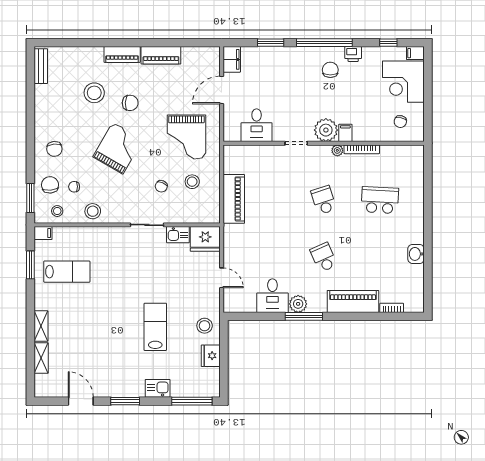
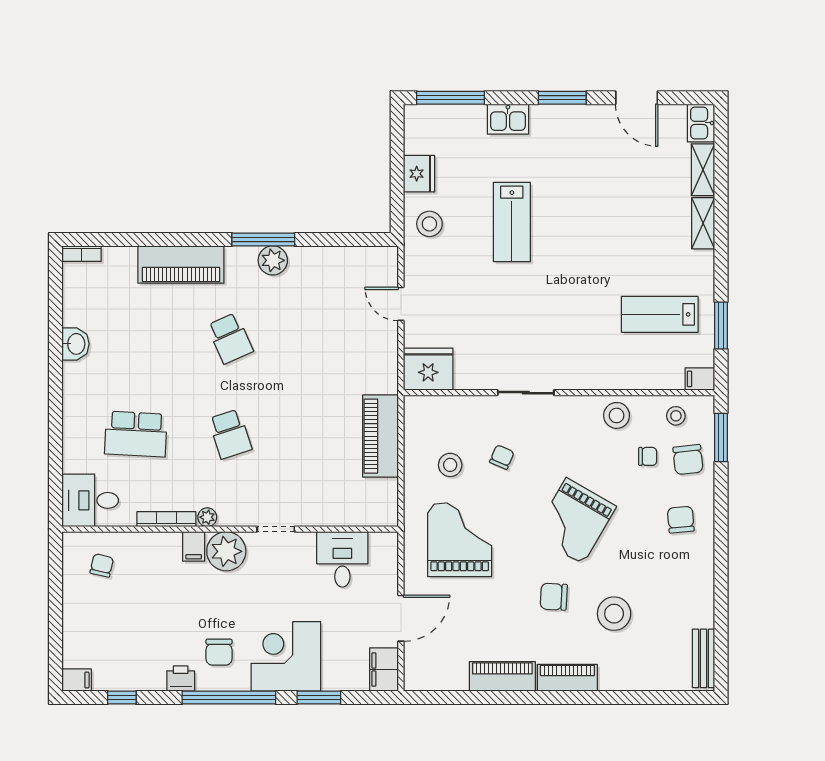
corner desk: (403, 82) -> (286, 656), moved, turned -90
kitchen sink: (178, 235) -> (701, 123), moved, turned -90
desk: (272, 296) -> (90, 500), moved, turned -90
bookcase: (392, 308) -> (81, 254), moved

